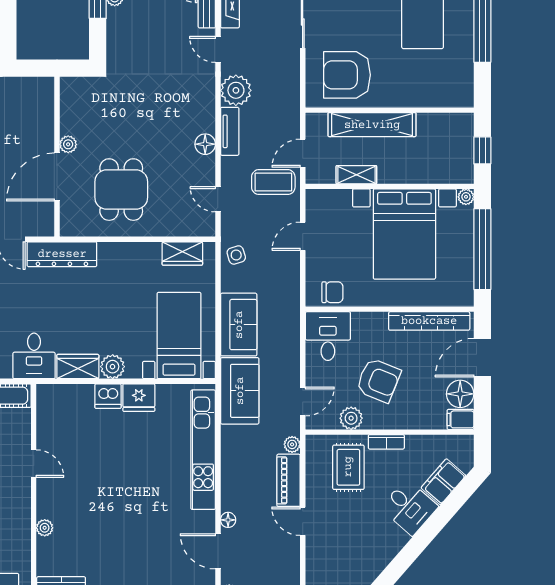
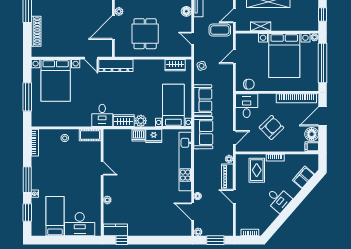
armchair: (378, 380) -> (271, 127), turned -66
plant: (351, 418) -> (258, 146), removed
desk: (409, 507) -> (278, 199), moved

